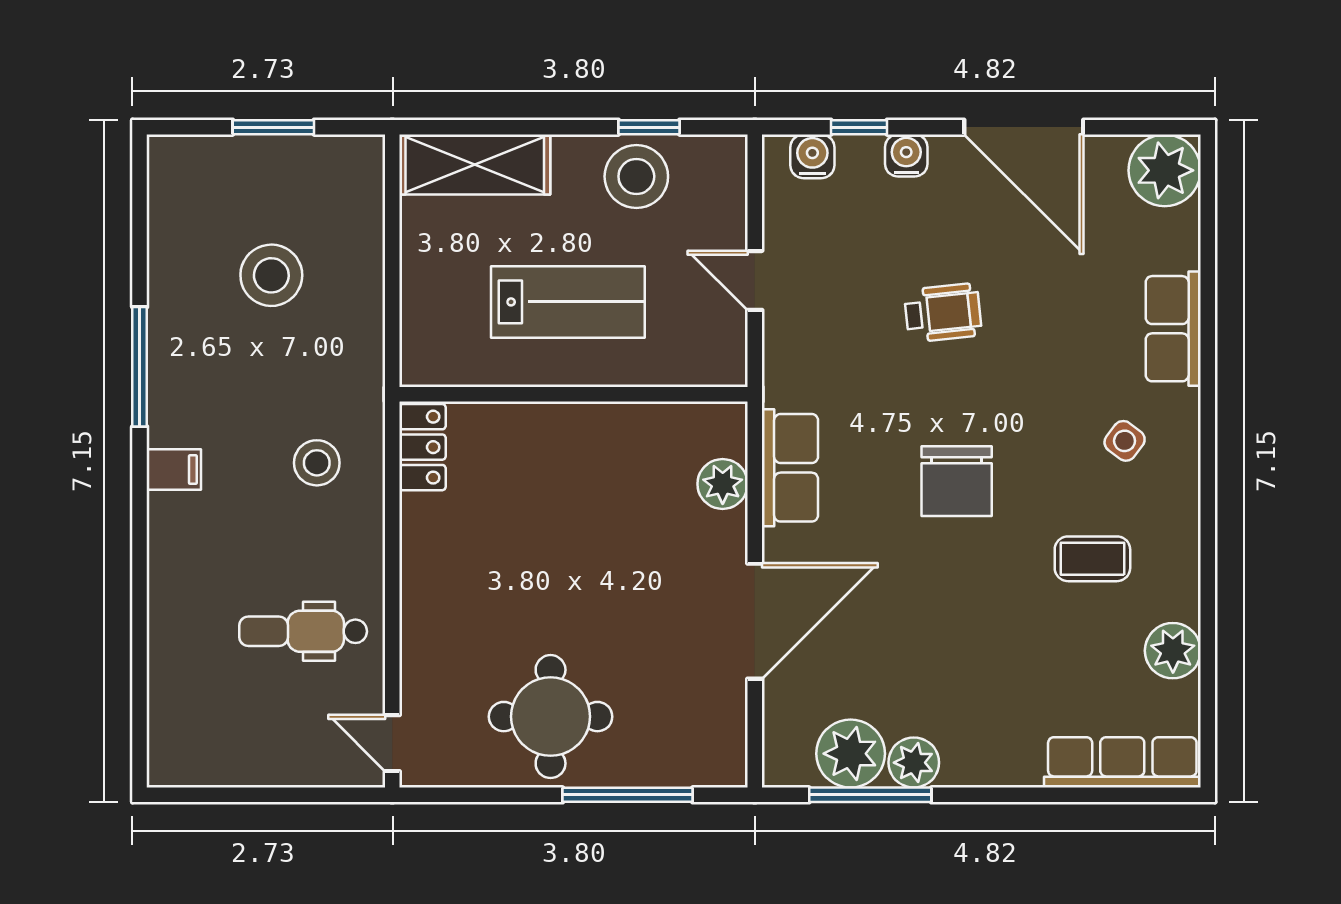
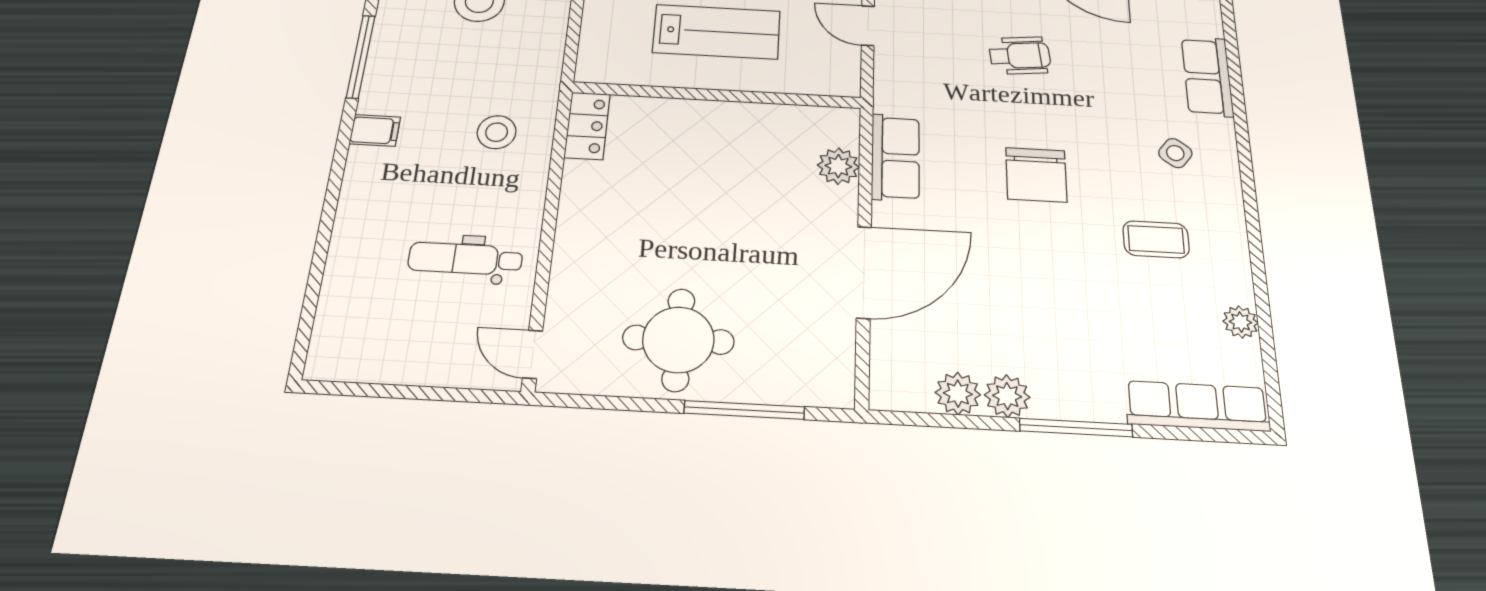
plant: (1173, 651) -> (1241, 322), width x0.73, depth x0.73
plant: (851, 754) -> (958, 394), width x0.73, depth x0.73
window: (870, 795) -> (1076, 428), moved

